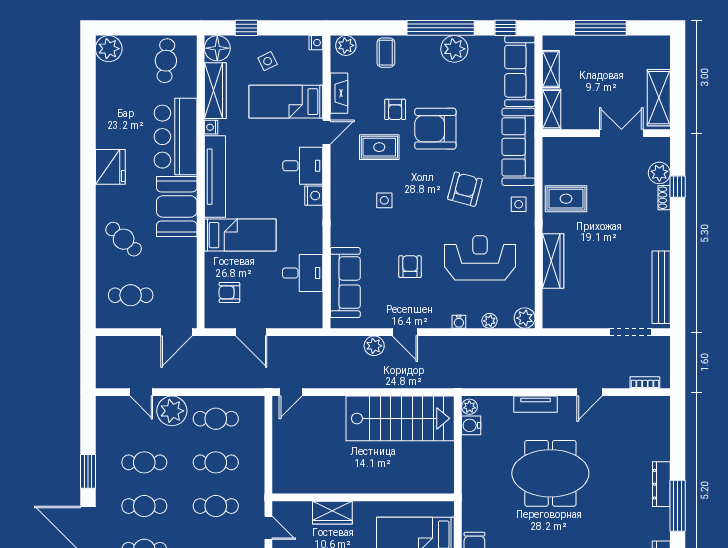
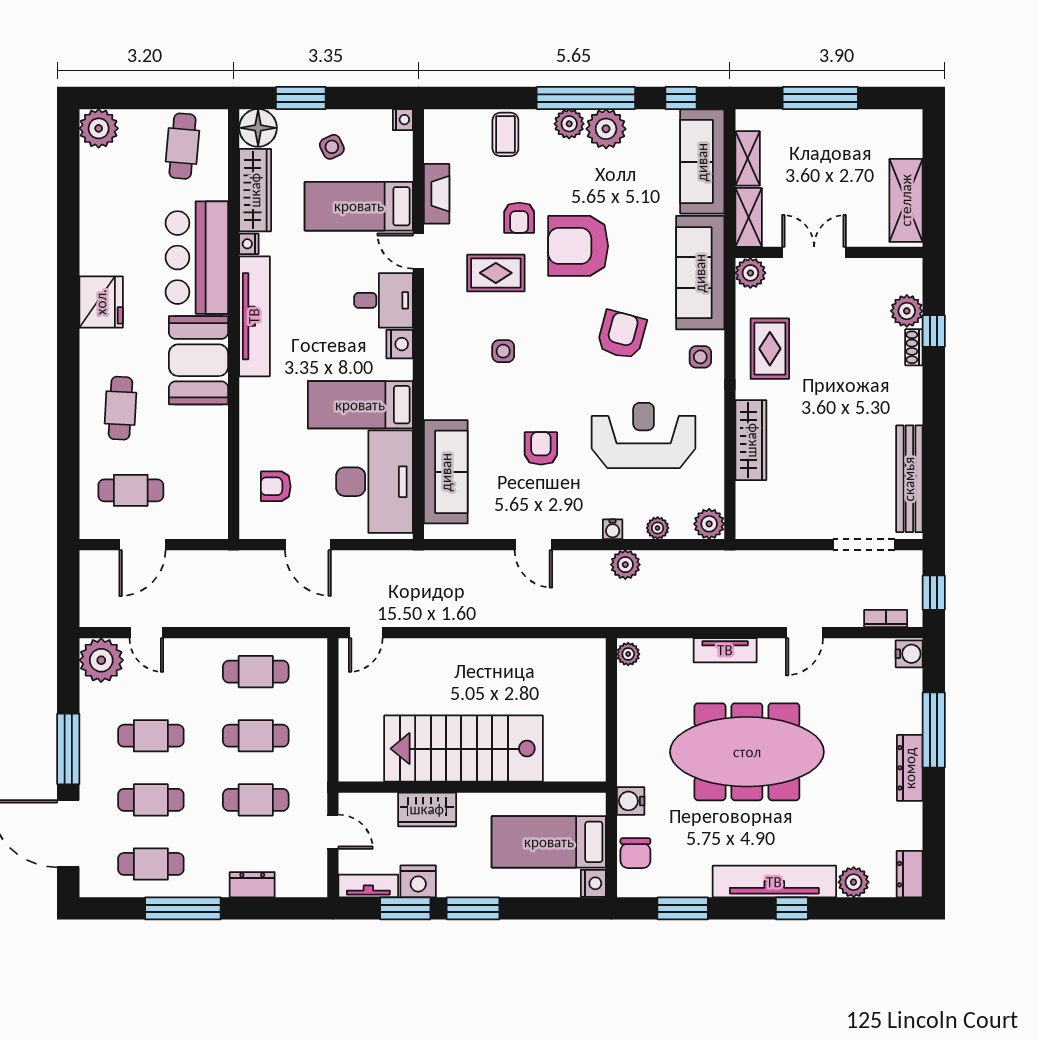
window: (246, 28) -> (301, 98), width x1.50
plant: (346, 45) -> (569, 124), moved
door: (326, 132) -> (418, 251), swing flipped
double door: (621, 133) -> (814, 252), moved
plant: (553, 147) -> (750, 273), added
rug: (566, 199) -> (770, 349), turned 90
bed: (240, 235) -> (360, 405), moved, turned 180
cafe table: (124, 239) -> (120, 408), turned 50
desk: (303, 273) -> (374, 482), width x1.87, depth x1.30
door: (177, 332) -> (142, 545), moved
plant: (374, 346) -> (625, 565), moved
window: (678, 365) -> (934, 593), added
water cooler: (661, 407) -> (909, 654), added
plant: (172, 411) -> (101, 660), moved
stairs: (400, 418) -> (463, 749), moved, turned 180
water cooler: (471, 425) -> (631, 801), moved
window: (88, 471) -> (68, 749), width x1.44
meeting table: (550, 473) -> (747, 752), width x1.36
window: (678, 506) -> (934, 730), moved

